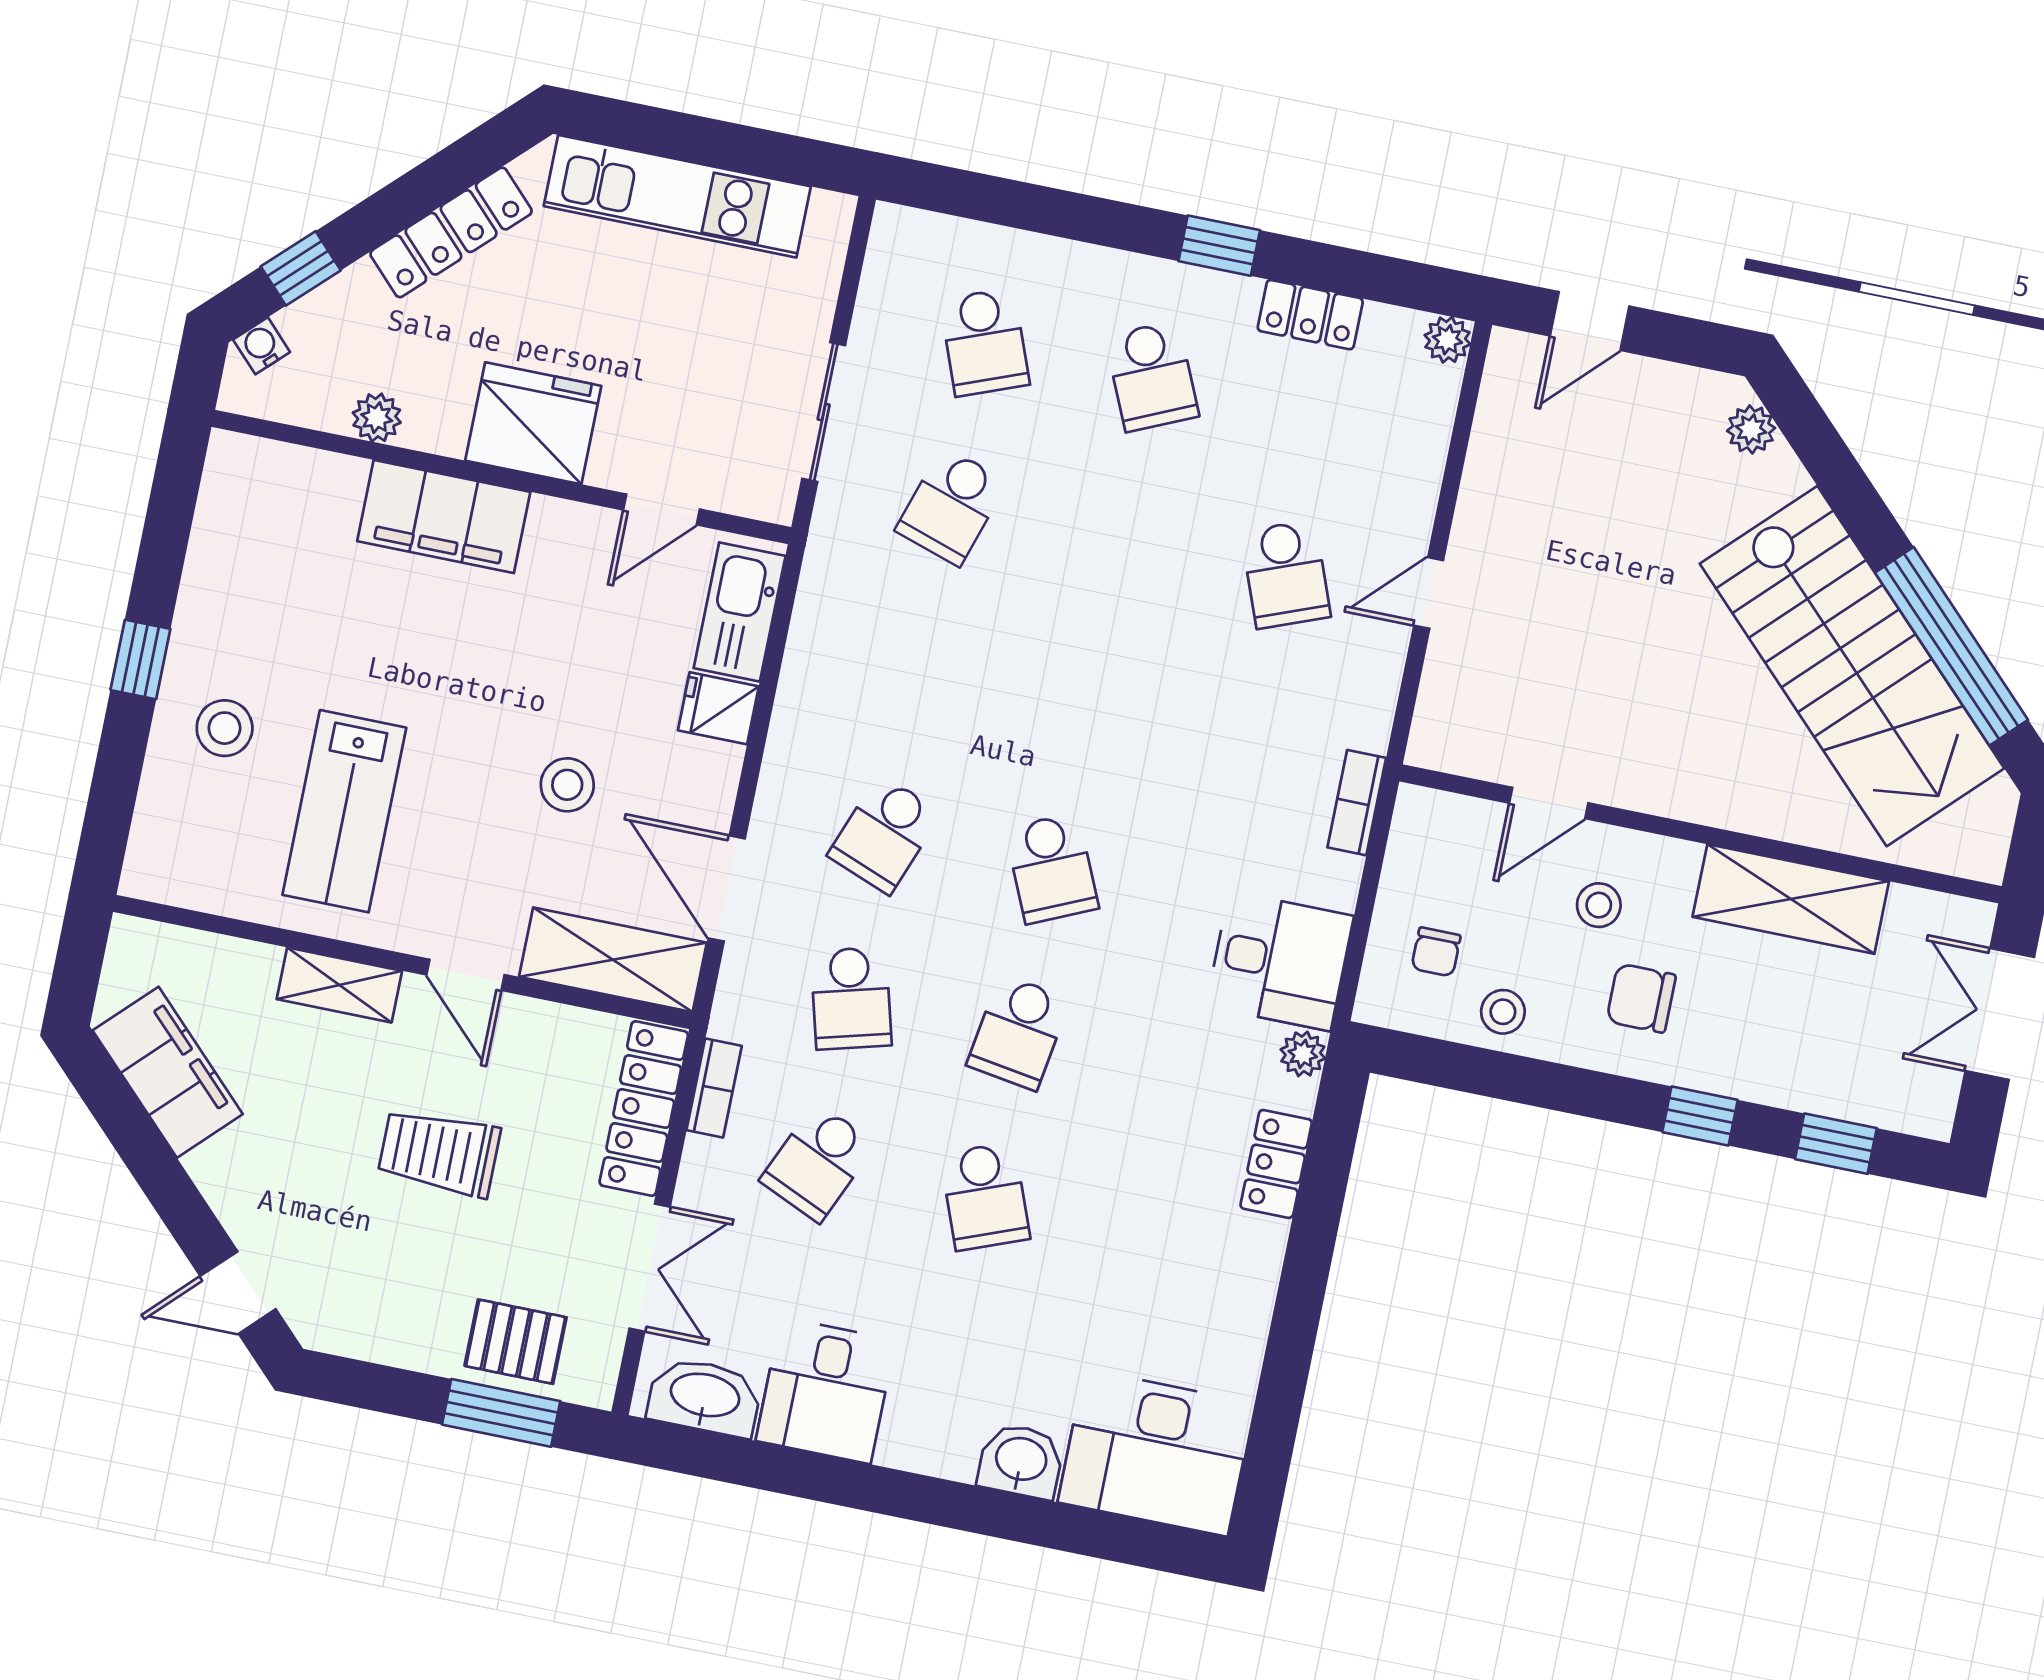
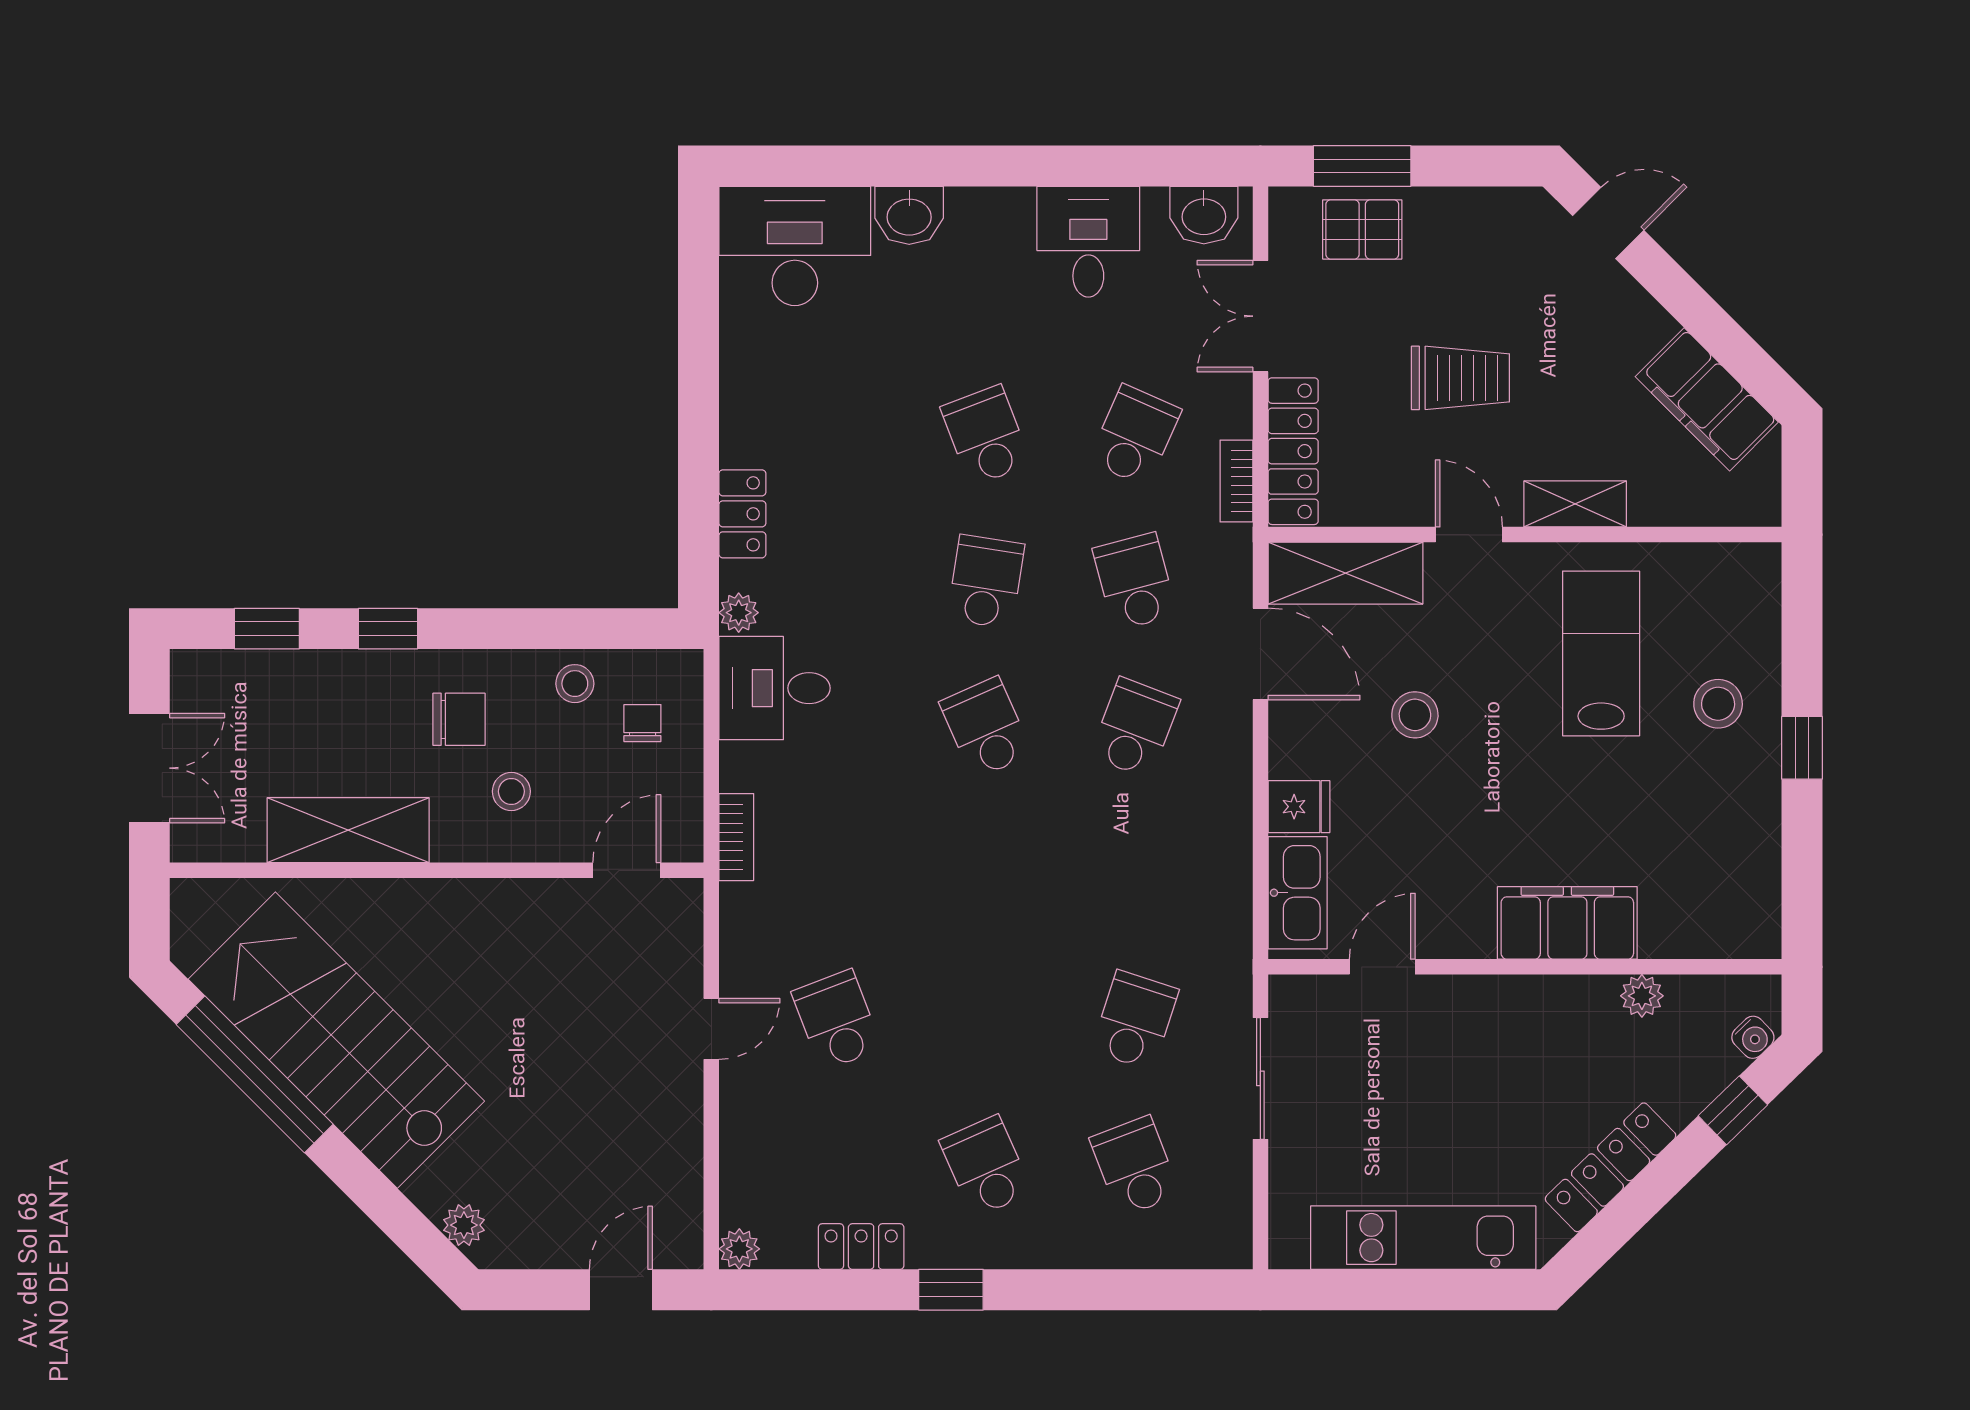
fridge: (533, 423) -> (1507, 1018), removed
door: (1549, 803) -> (627, 870), moved
washbasin: (705, 1397) -> (1204, 215), width x0.72

